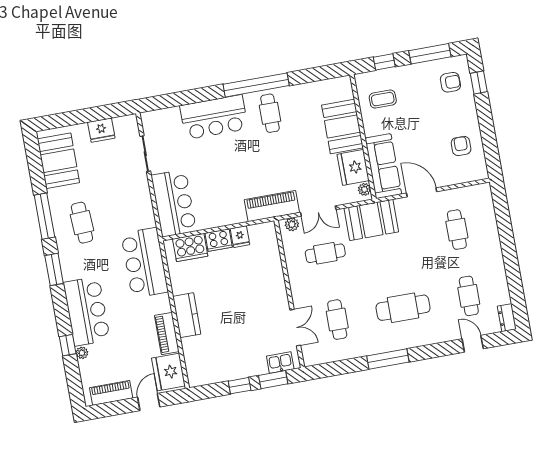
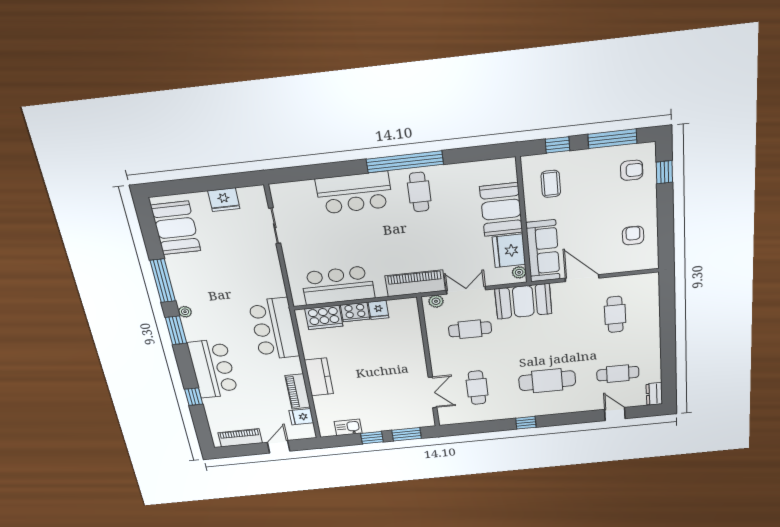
coffee table: (383, 99) -> (551, 184), turned 90
bar counter: (174, 203) -> (338, 285), moved, turned -90
double door: (318, 211) -> (466, 290), swing flipped
cafe table: (82, 223) -> (205, 289), removed
cafe table: (469, 296) -> (618, 374), turned 90
plant: (82, 353) -> (185, 312), moved
window: (388, 359) -> (526, 423), width x0.46
kitchen sink: (280, 363) -> (348, 427), moved
fridge: (168, 372) -> (301, 417), width x0.53, depth x0.75

